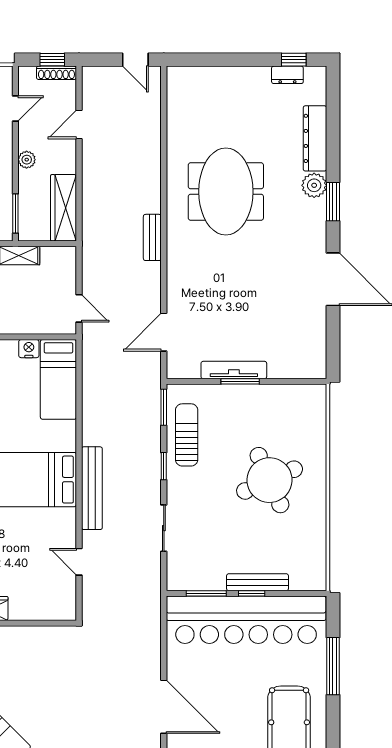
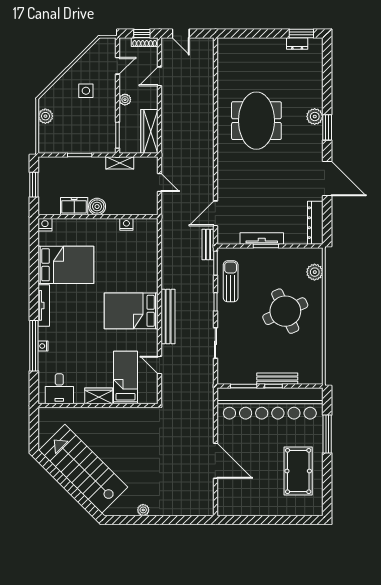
door: (135, 60) -> (181, 34), moved
window: (294, 60) -> (301, 34), width x1.50
dresser: (315, 138) -> (315, 223), moved
bench: (152, 237) -> (208, 245), moved
door: (79, 308) -> (160, 182), moved
bed: (58, 379) -> (126, 377), moved, turned 180
plant: (314, 421) -> (315, 272), added

